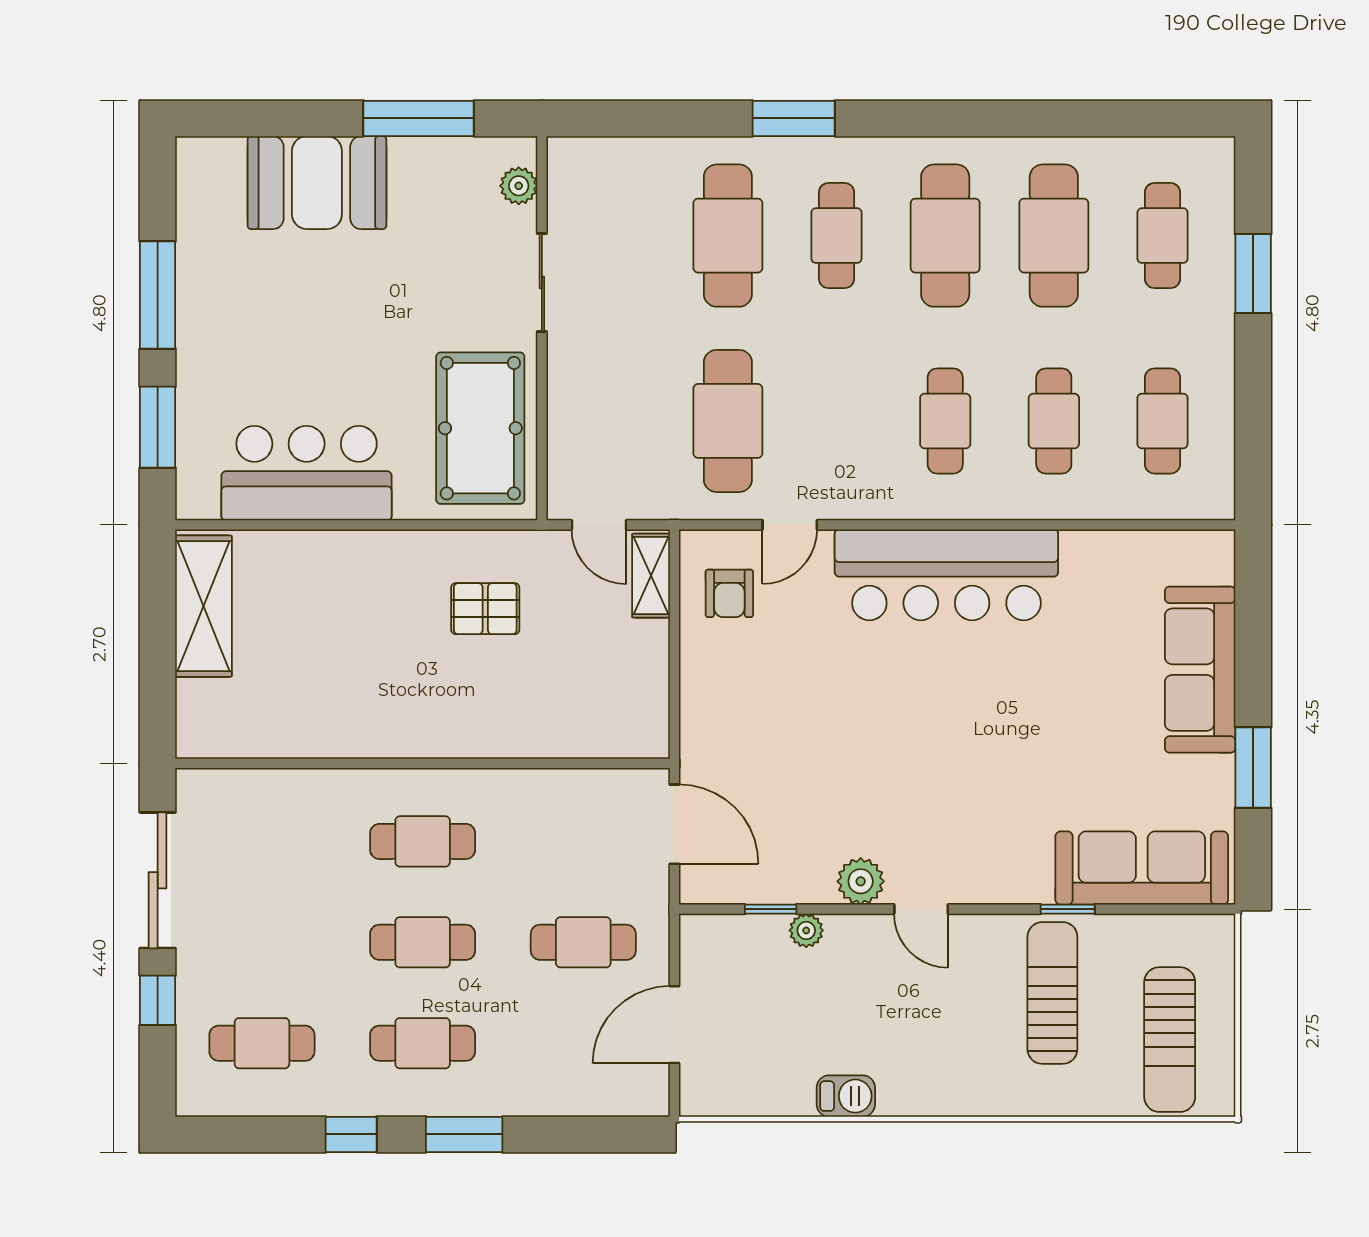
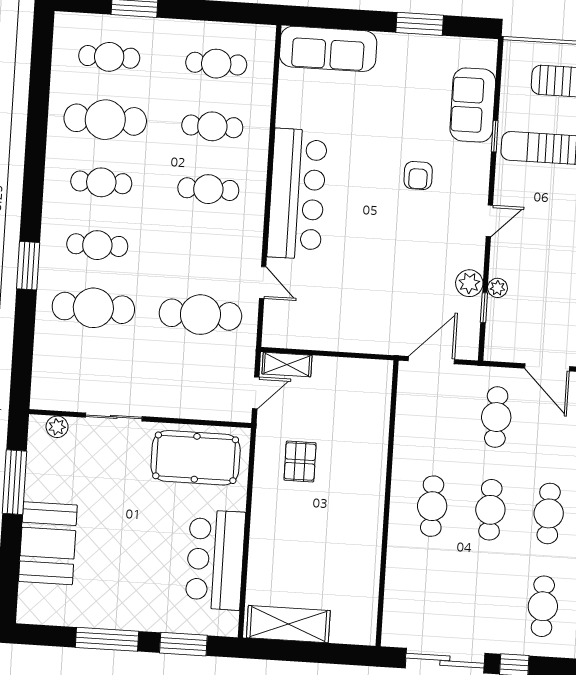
cafe table: (945, 236) -> (101, 182), width x0.73, depth x0.74
armchair: (729, 593) -> (418, 175), moved, turned 90
sofa: (1200, 670) -> (328, 49), moved
sofa: (1142, 868) -> (473, 105), width x0.73
plant: (861, 881) -> (469, 283), moved

